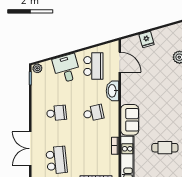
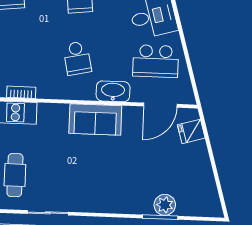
fridge: (147, 40) -> (191, 131), moved
sofa: (130, 120) -> (95, 120), moved

